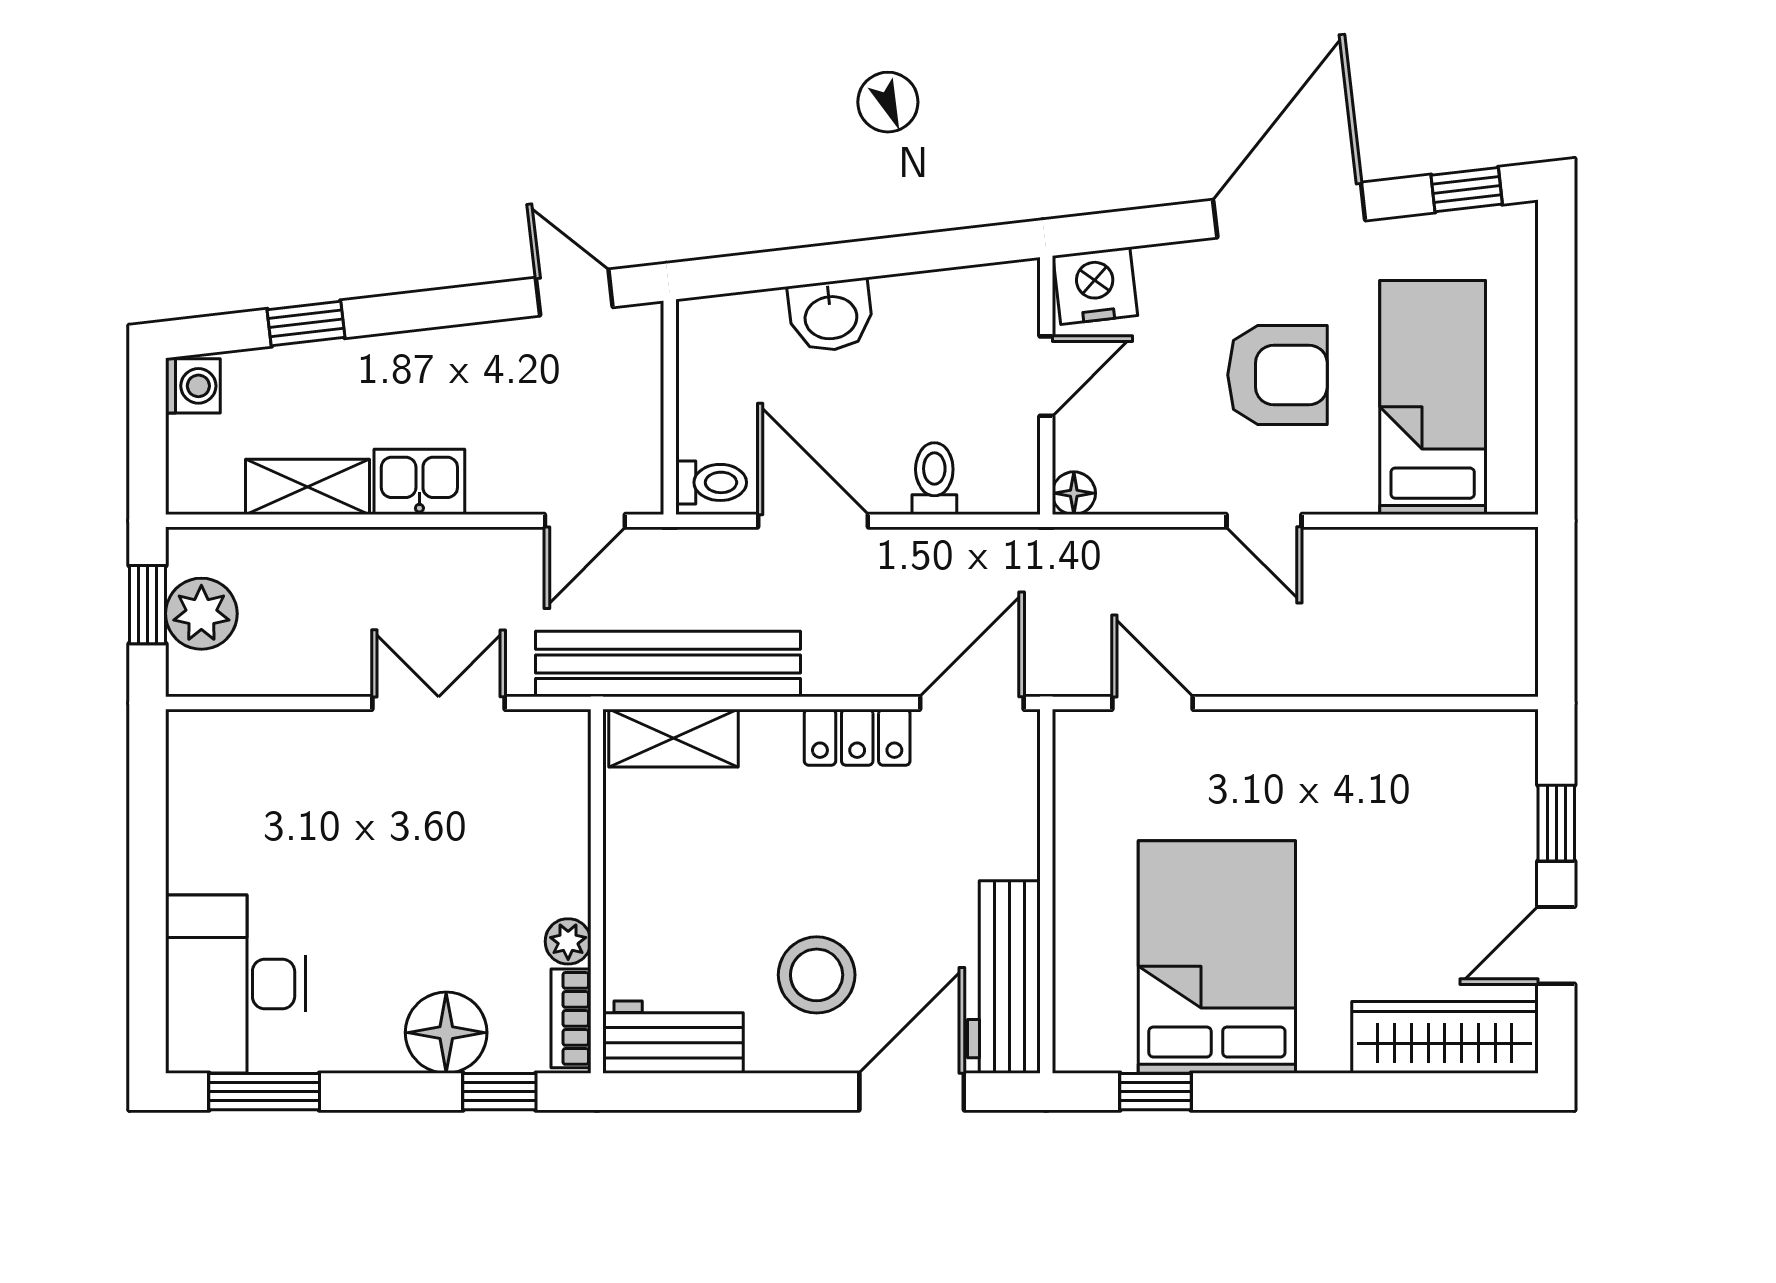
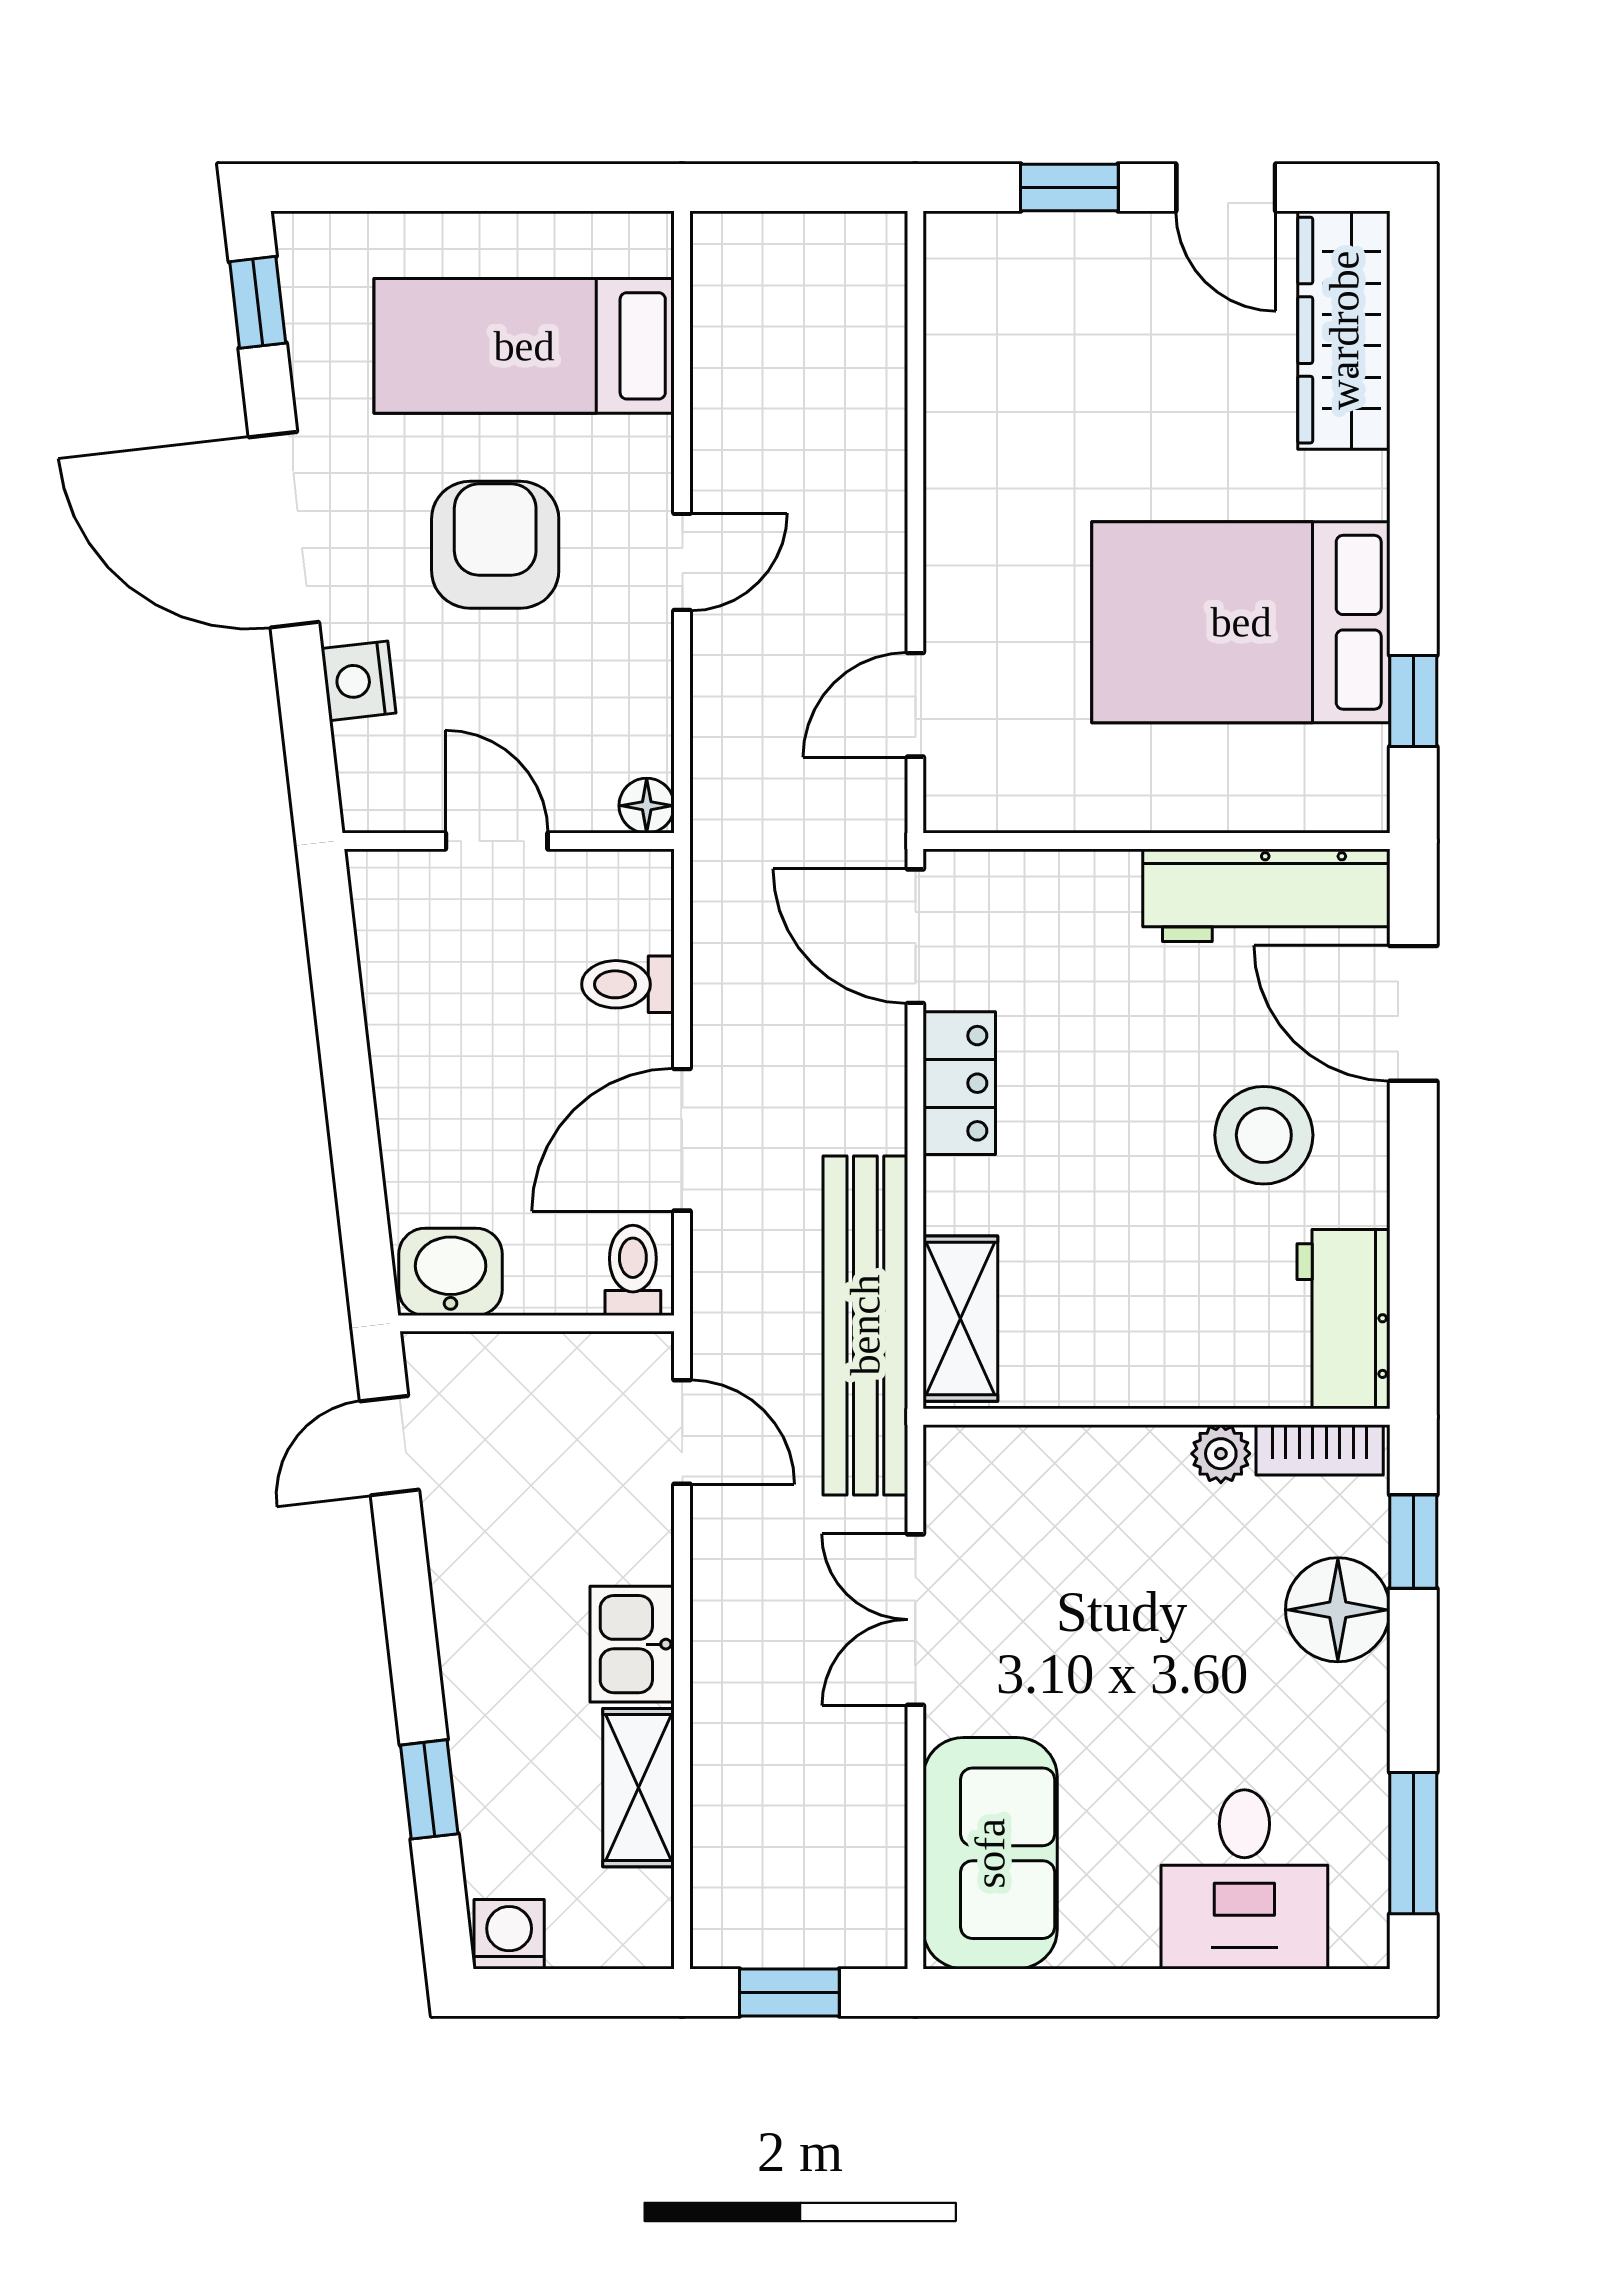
nightstand: (1095, 286) -> (359, 681), moved, width x0.74, depth x0.75
washbasin: (831, 316) -> (451, 1272), moved, turned -83
plant: (201, 614) -> (801, 1923), removed
sofa: (256, 761) -> (990, 1853), added
desk: (236, 984) -> (1244, 1879), width x0.73

